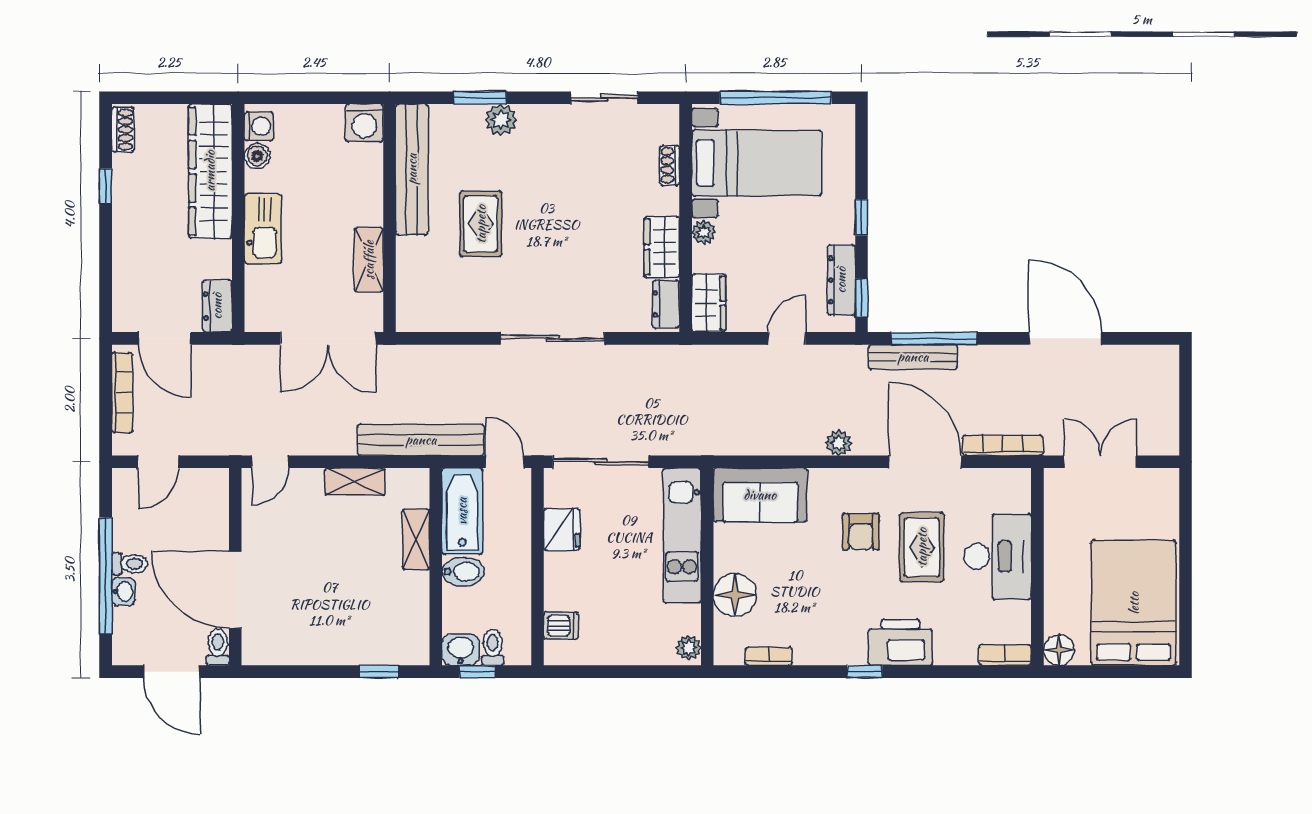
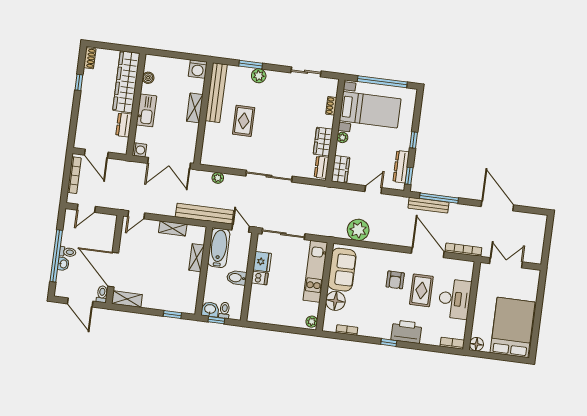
washing machine: (259, 126) -> (139, 150), moved
shelving: (369, 260) -> (195, 108), moved
dresser: (217, 306) -> (124, 125), moved
plant: (440, 357) -> (218, 178), added
plant: (839, 443) -> (358, 230), moved, width x1.88, depth x1.88
sofa: (760, 495) -> (342, 270), moved, turned -90
bidet: (463, 572) -> (237, 278), moved, turned 180
dishwasher: (561, 626) -> (260, 278), moved
shelving: (274, 651) -> (127, 299), added

